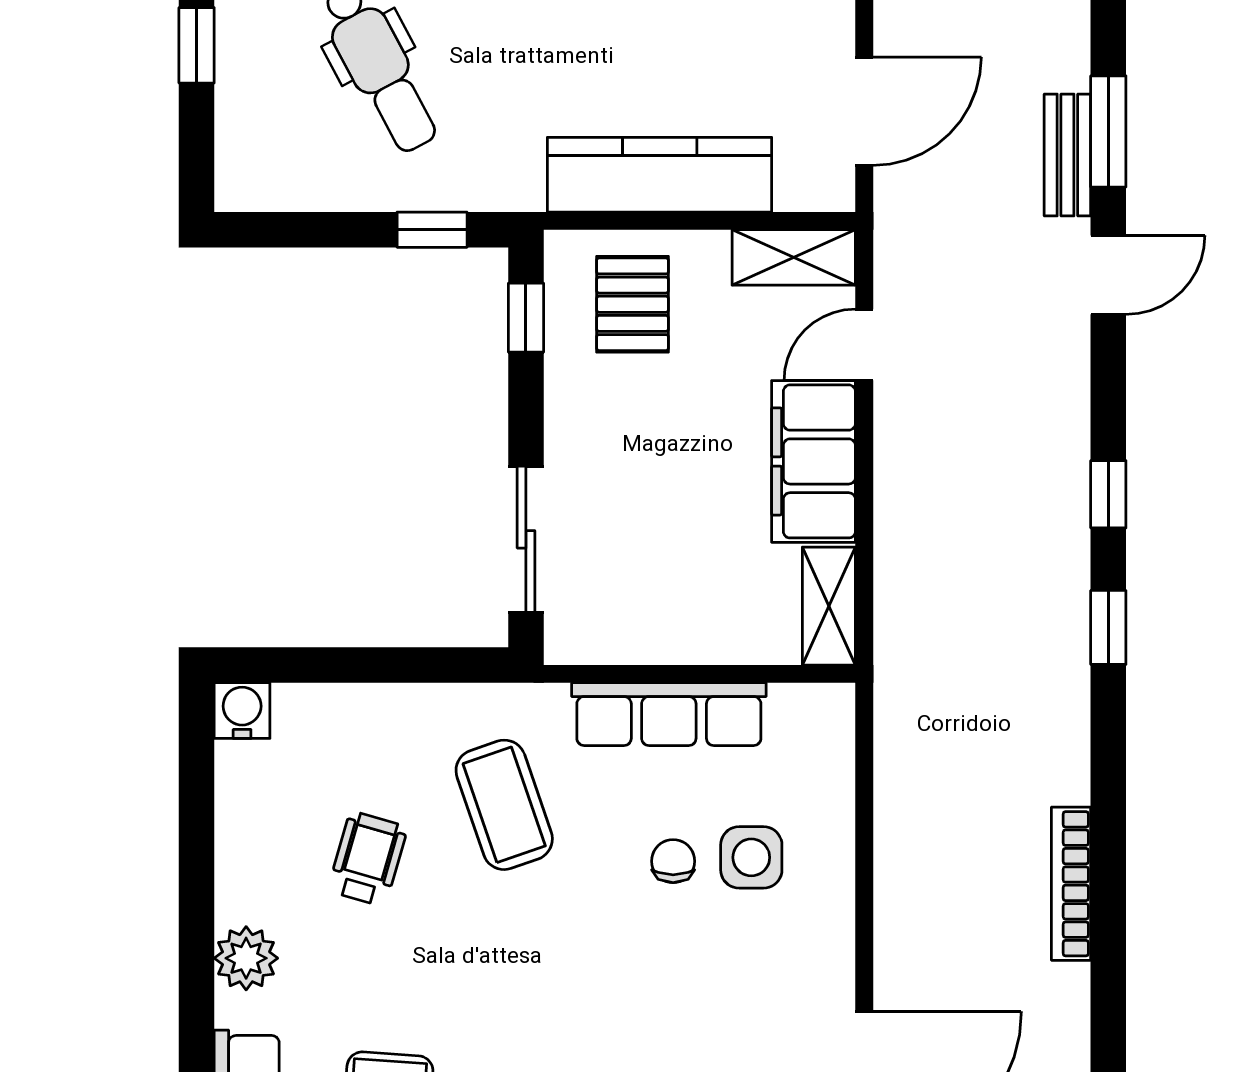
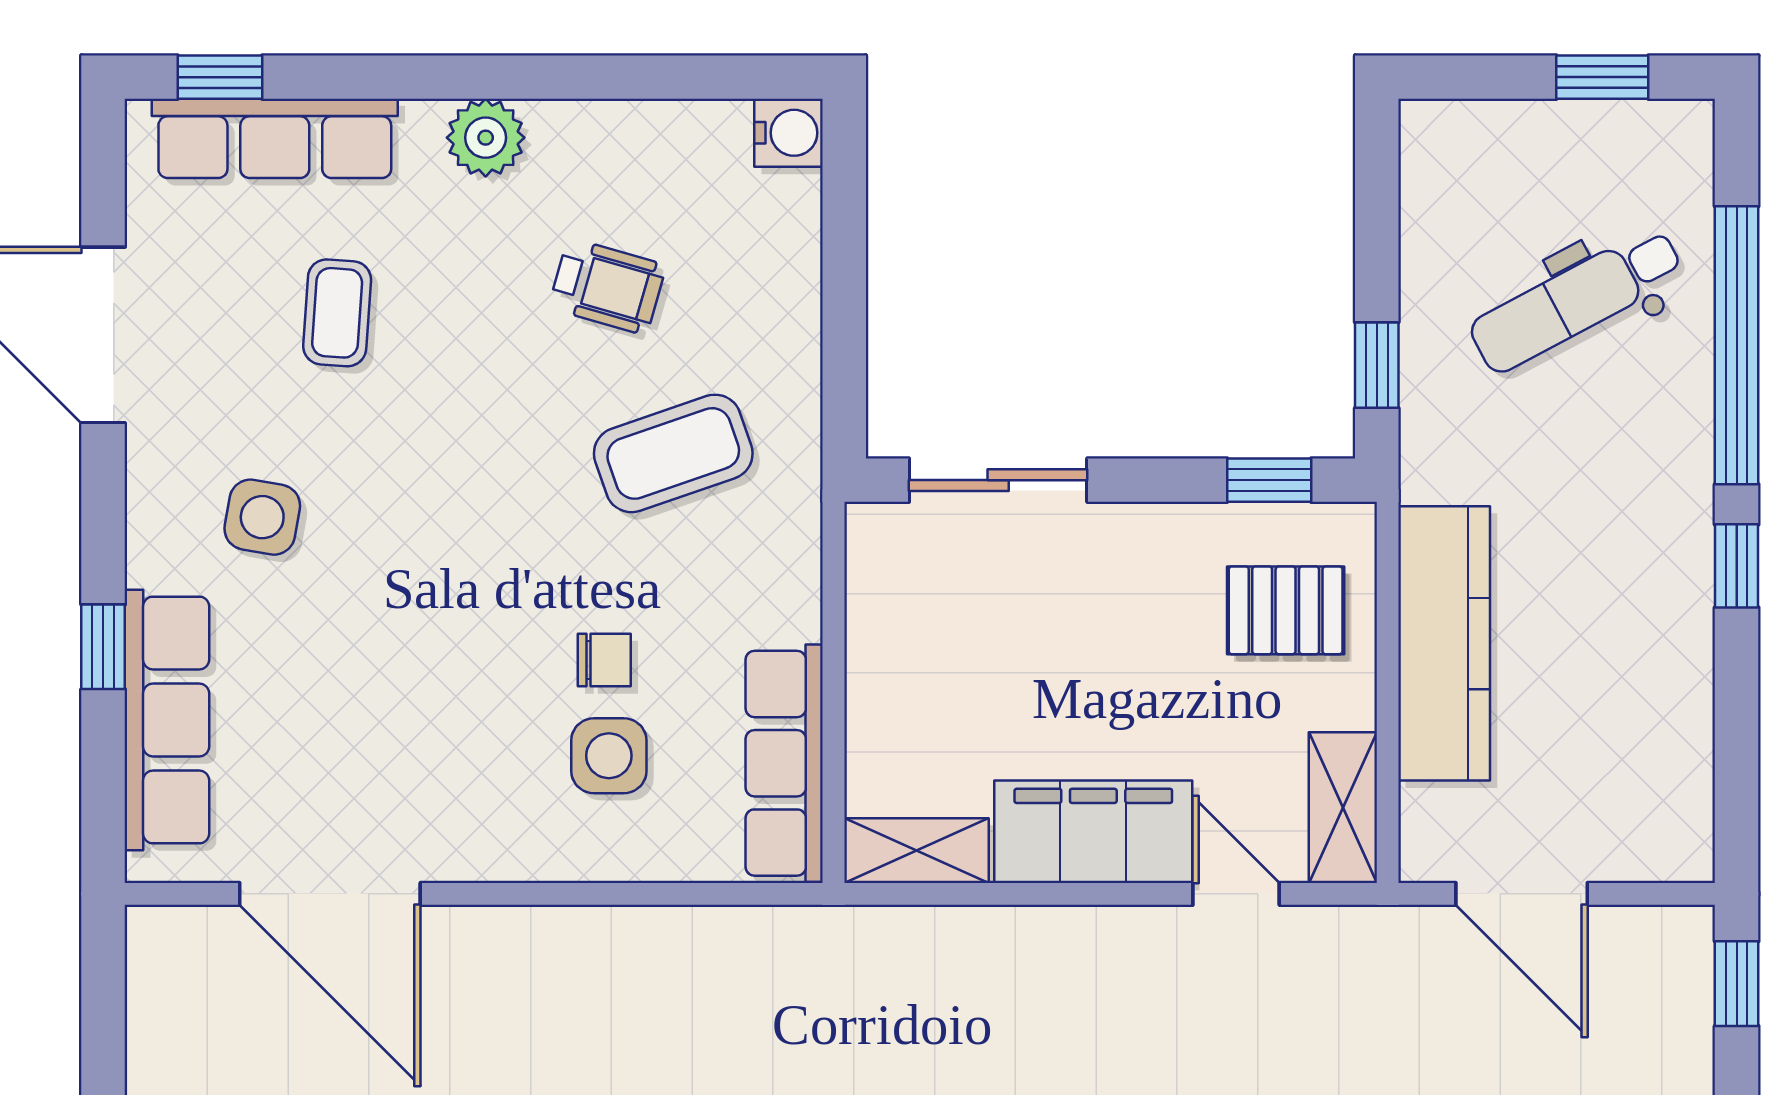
row of seats: (669, 714) -> (784, 763), moved

